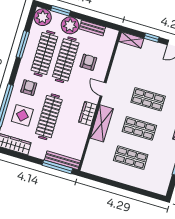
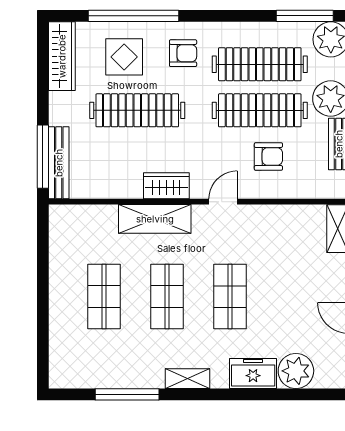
window: (23, 44) -> (305, 16), moved

